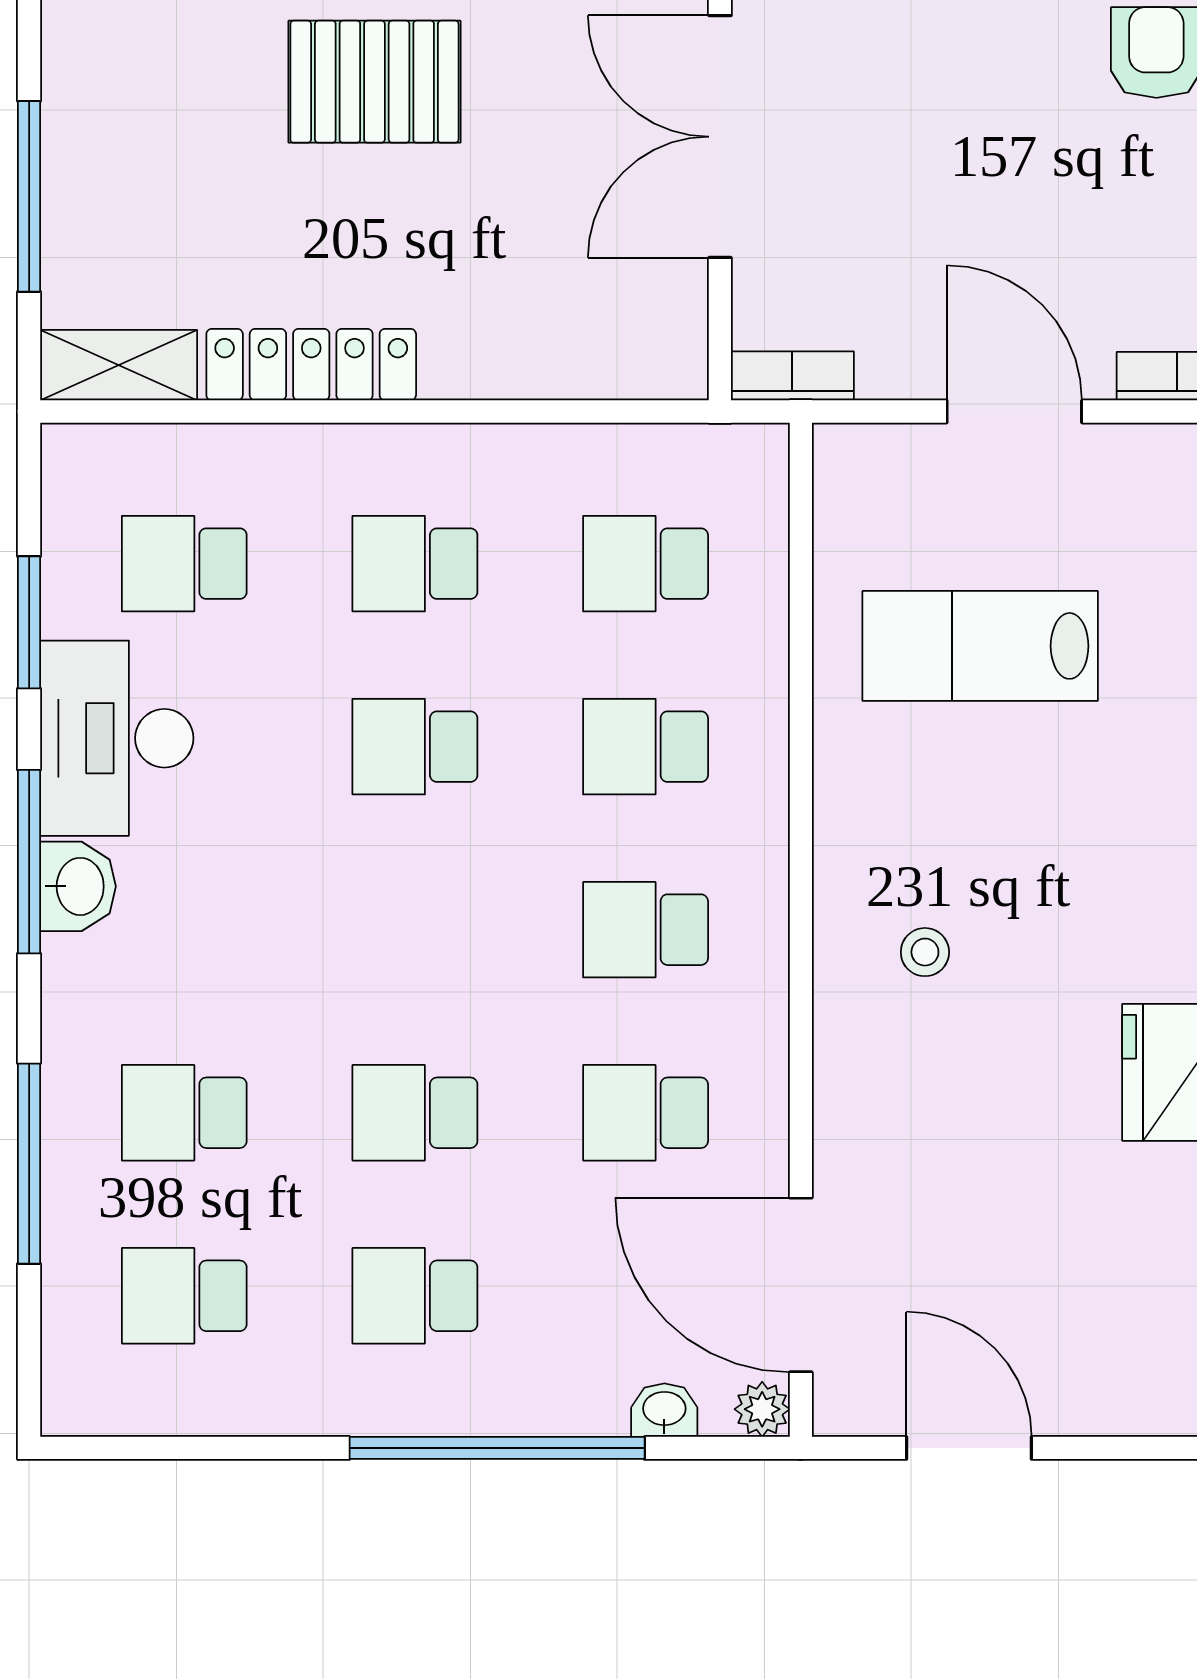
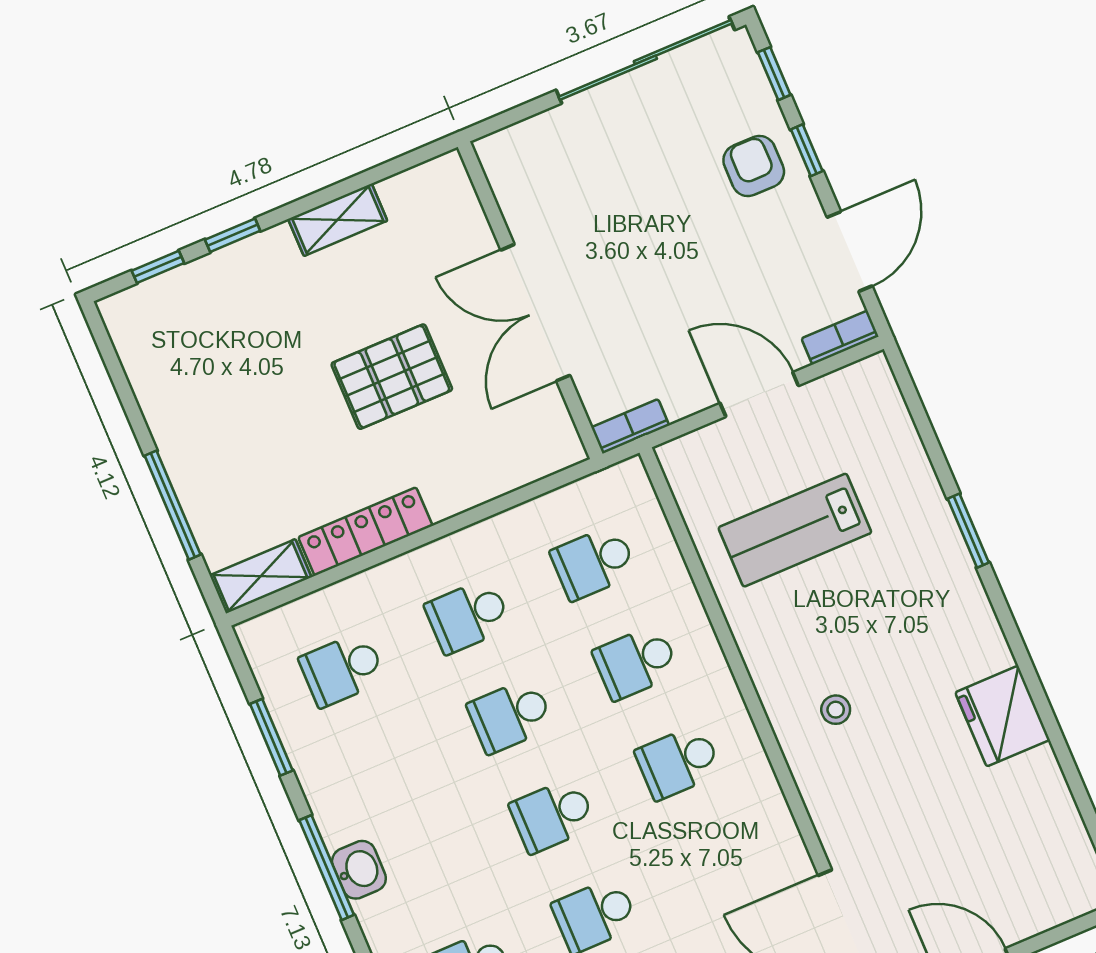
pallet: (374, 82) -> (392, 377), moved
desk: (117, 738) -> (346, 780), removed
school desk: (646, 1113) -> (553, 815), moved

